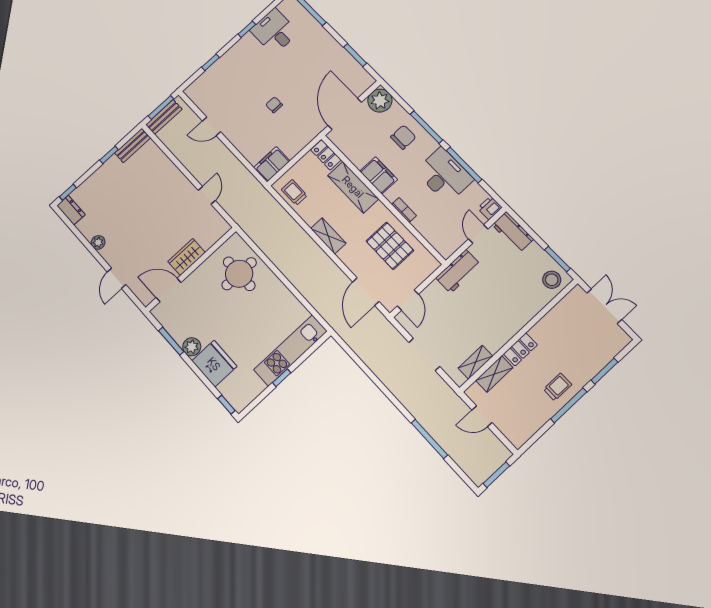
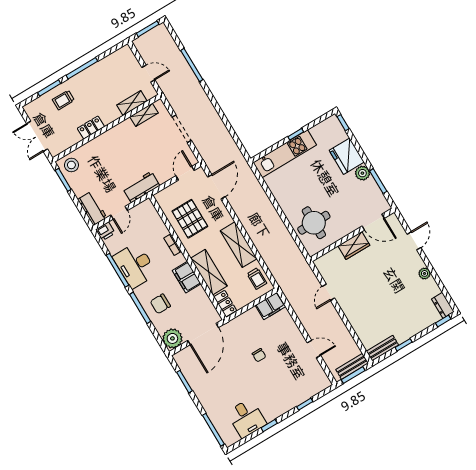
shelving: (328, 236) -> (239, 245), width x1.50, depth x1.33
locker: (520, 349) -> (91, 127), moved
trolley: (558, 387) -> (63, 100), moved

